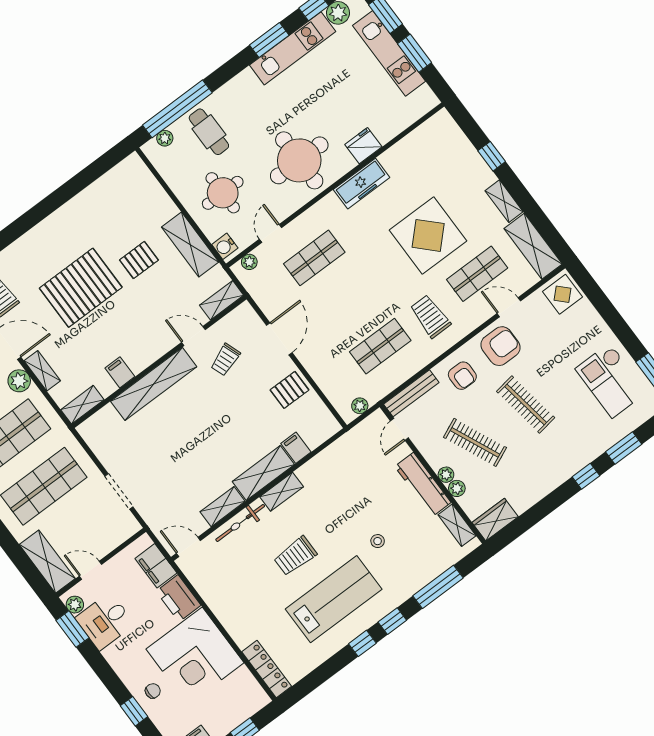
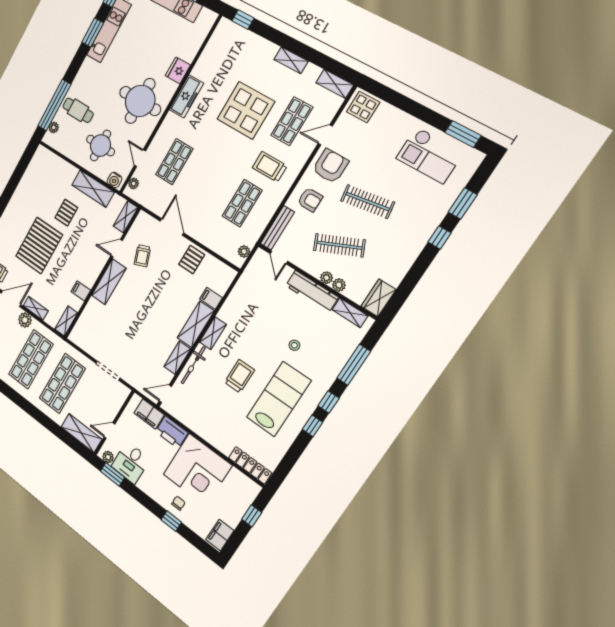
window: (492, 156) -> (243, 19), moved
shelving: (533, 246) -> (335, 84), width x0.67, depth x0.75
shelving: (154, 384) -> (109, 282), width x0.68
trolley: (295, 556) -> (239, 376), turned 180

